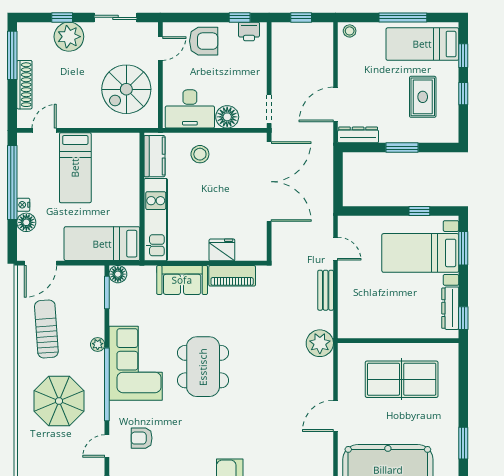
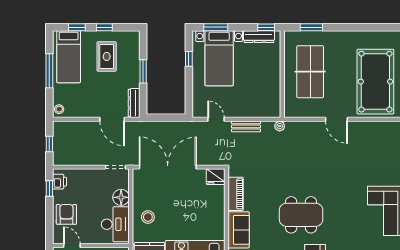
rug: (423, 97) -> (107, 56), turned 90
door: (335, 249) -> (216, 119), hinge flipped
fridge: (222, 250) -> (216, 177), moved, turned -90
plant: (320, 343) -> (280, 126), width x0.53, depth x0.53
window: (463, 443) -> (311, 27), moved

